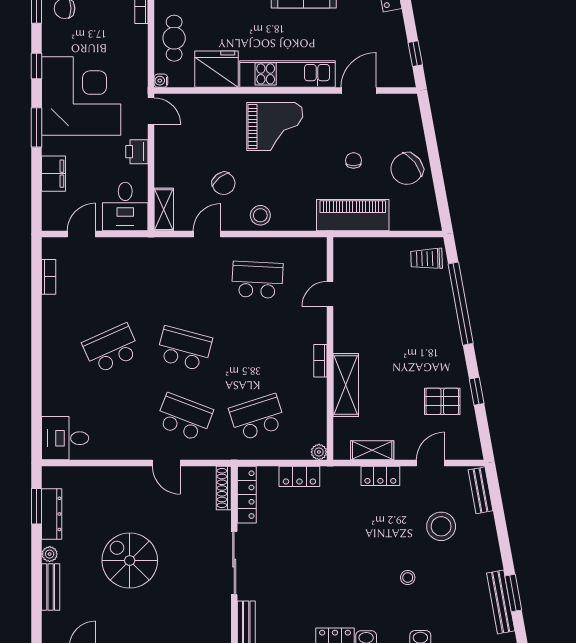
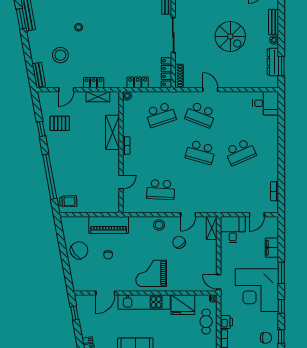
printer: (137, 152) -> (226, 322), moved

